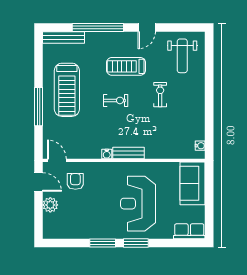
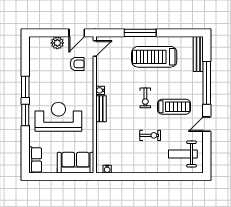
door: (147, 27) -> (207, 124), hinge flipped
treadmill: (126, 66) -> (174, 107), turned 90

